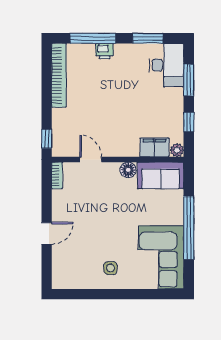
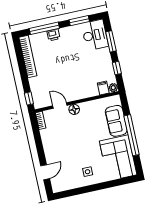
filing cabinet: (154, 147) -> (103, 88), width x0.50
floor lamp: (128, 170) -> (74, 109), moved
sofa: (161, 175) -> (116, 121), moved, turned 90
door: (47, 233) -> (45, 172), moved

